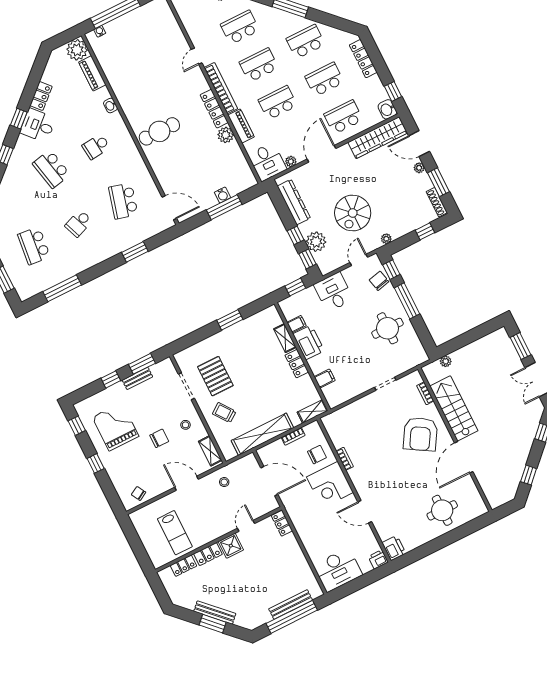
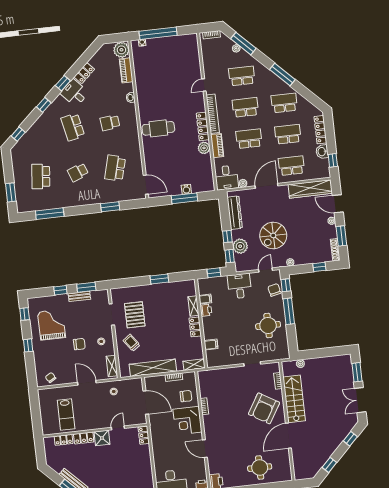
washbasin: (387, 109) -> (322, 152), moved
printer: (309, 342) -> (206, 310), width x0.53, depth x0.68

